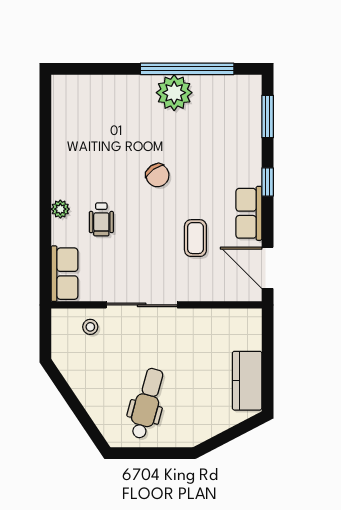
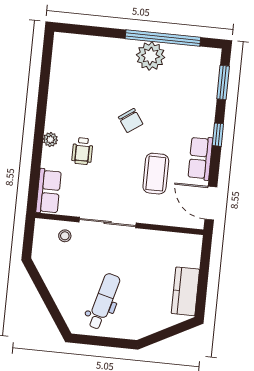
coffee table: (195, 238) -> (156, 174), width x1.36, depth x1.30

